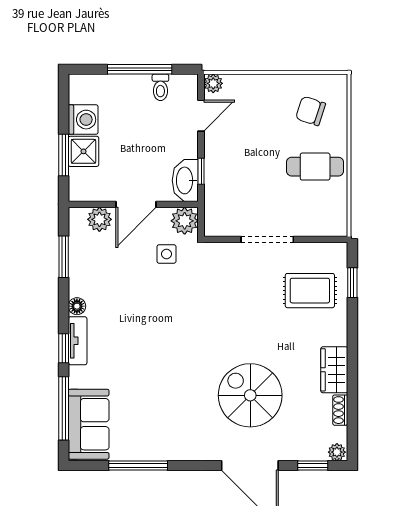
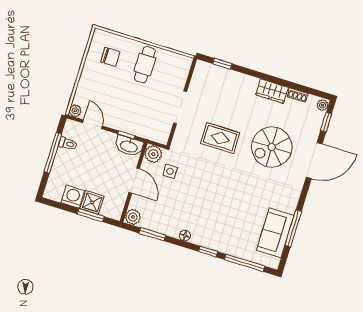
chair: (311, 111) -> (110, 57), turned -108
plant: (99, 219) -> (133, 217), moved
rug: (310, 291) -> (220, 138), moved, turned 90
tv unit: (78, 341) -> (206, 242), removed
sofa: (89, 424) -> (275, 233), moved, turned -90

